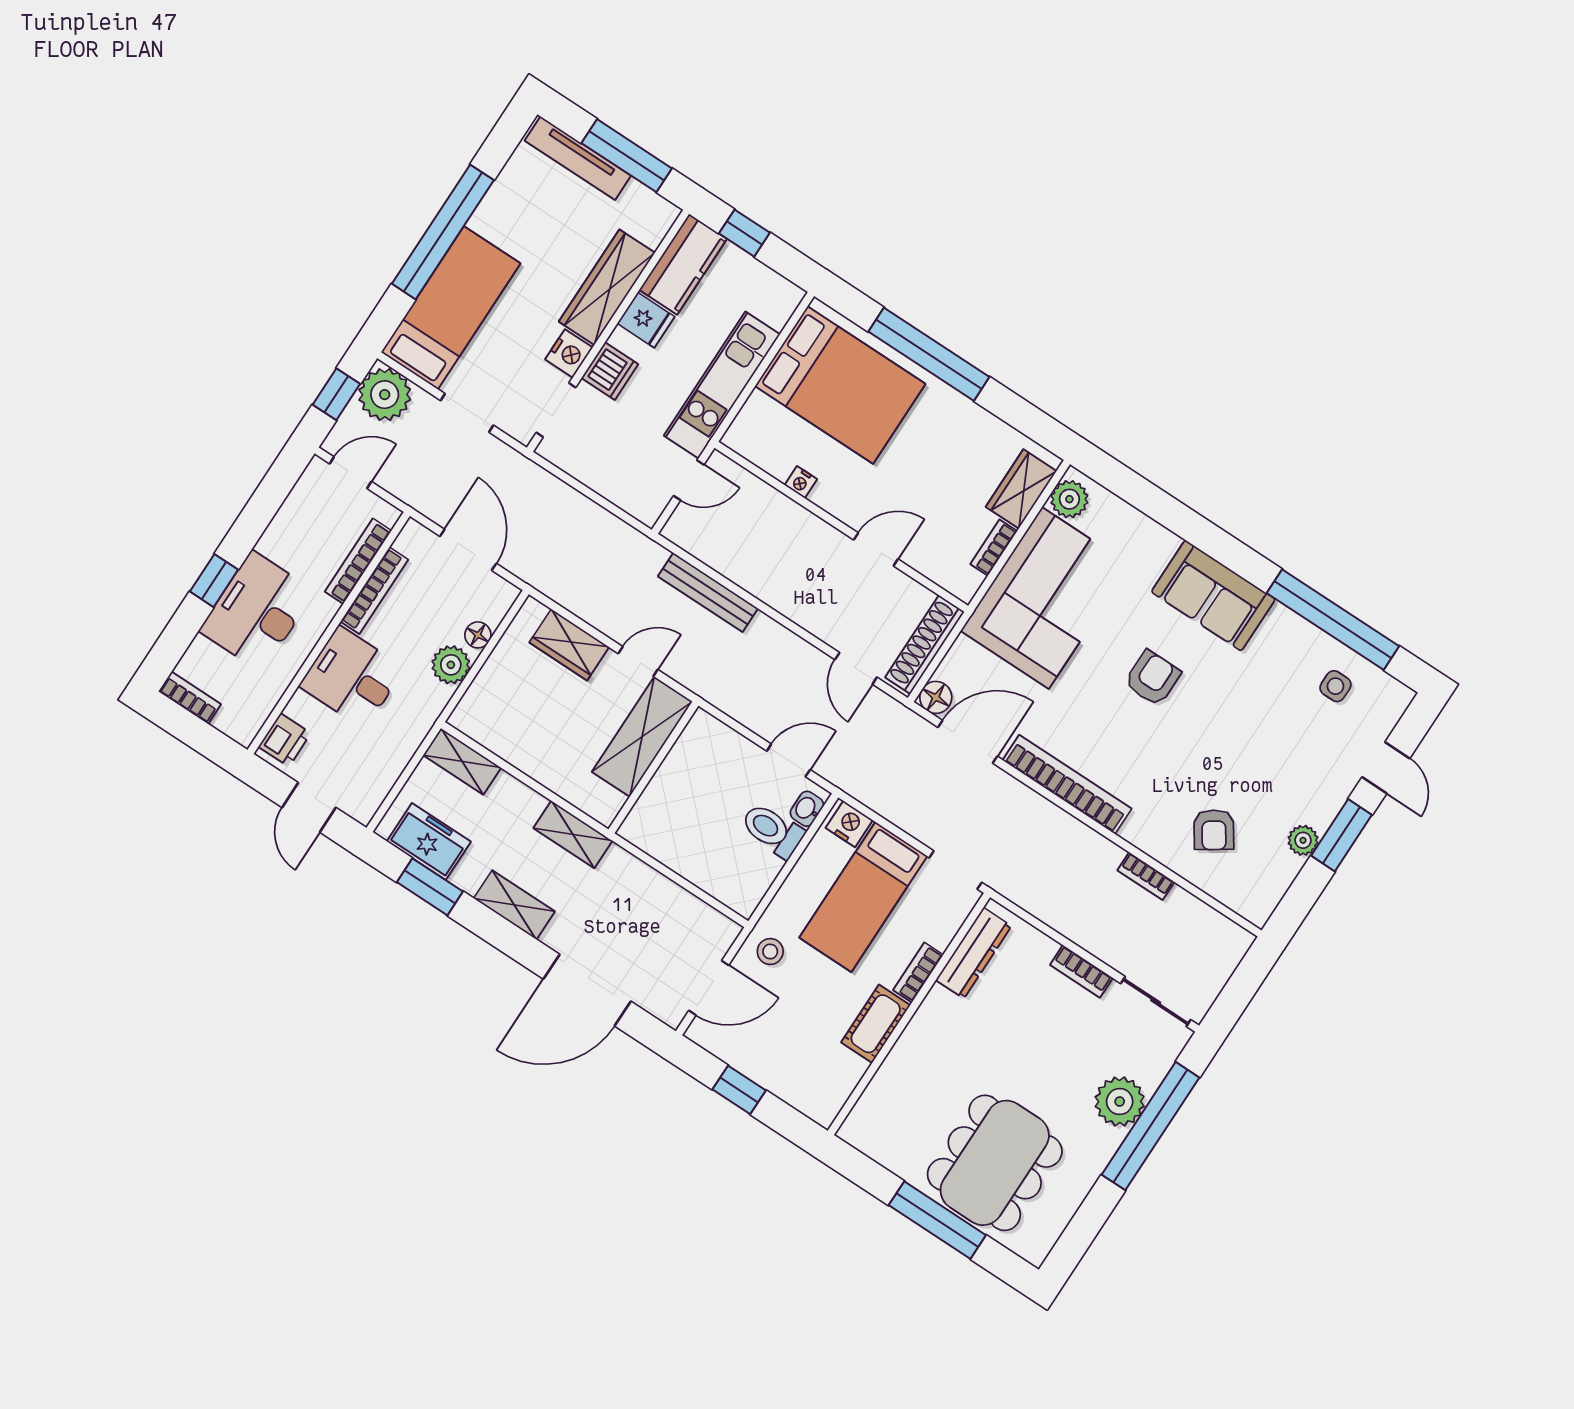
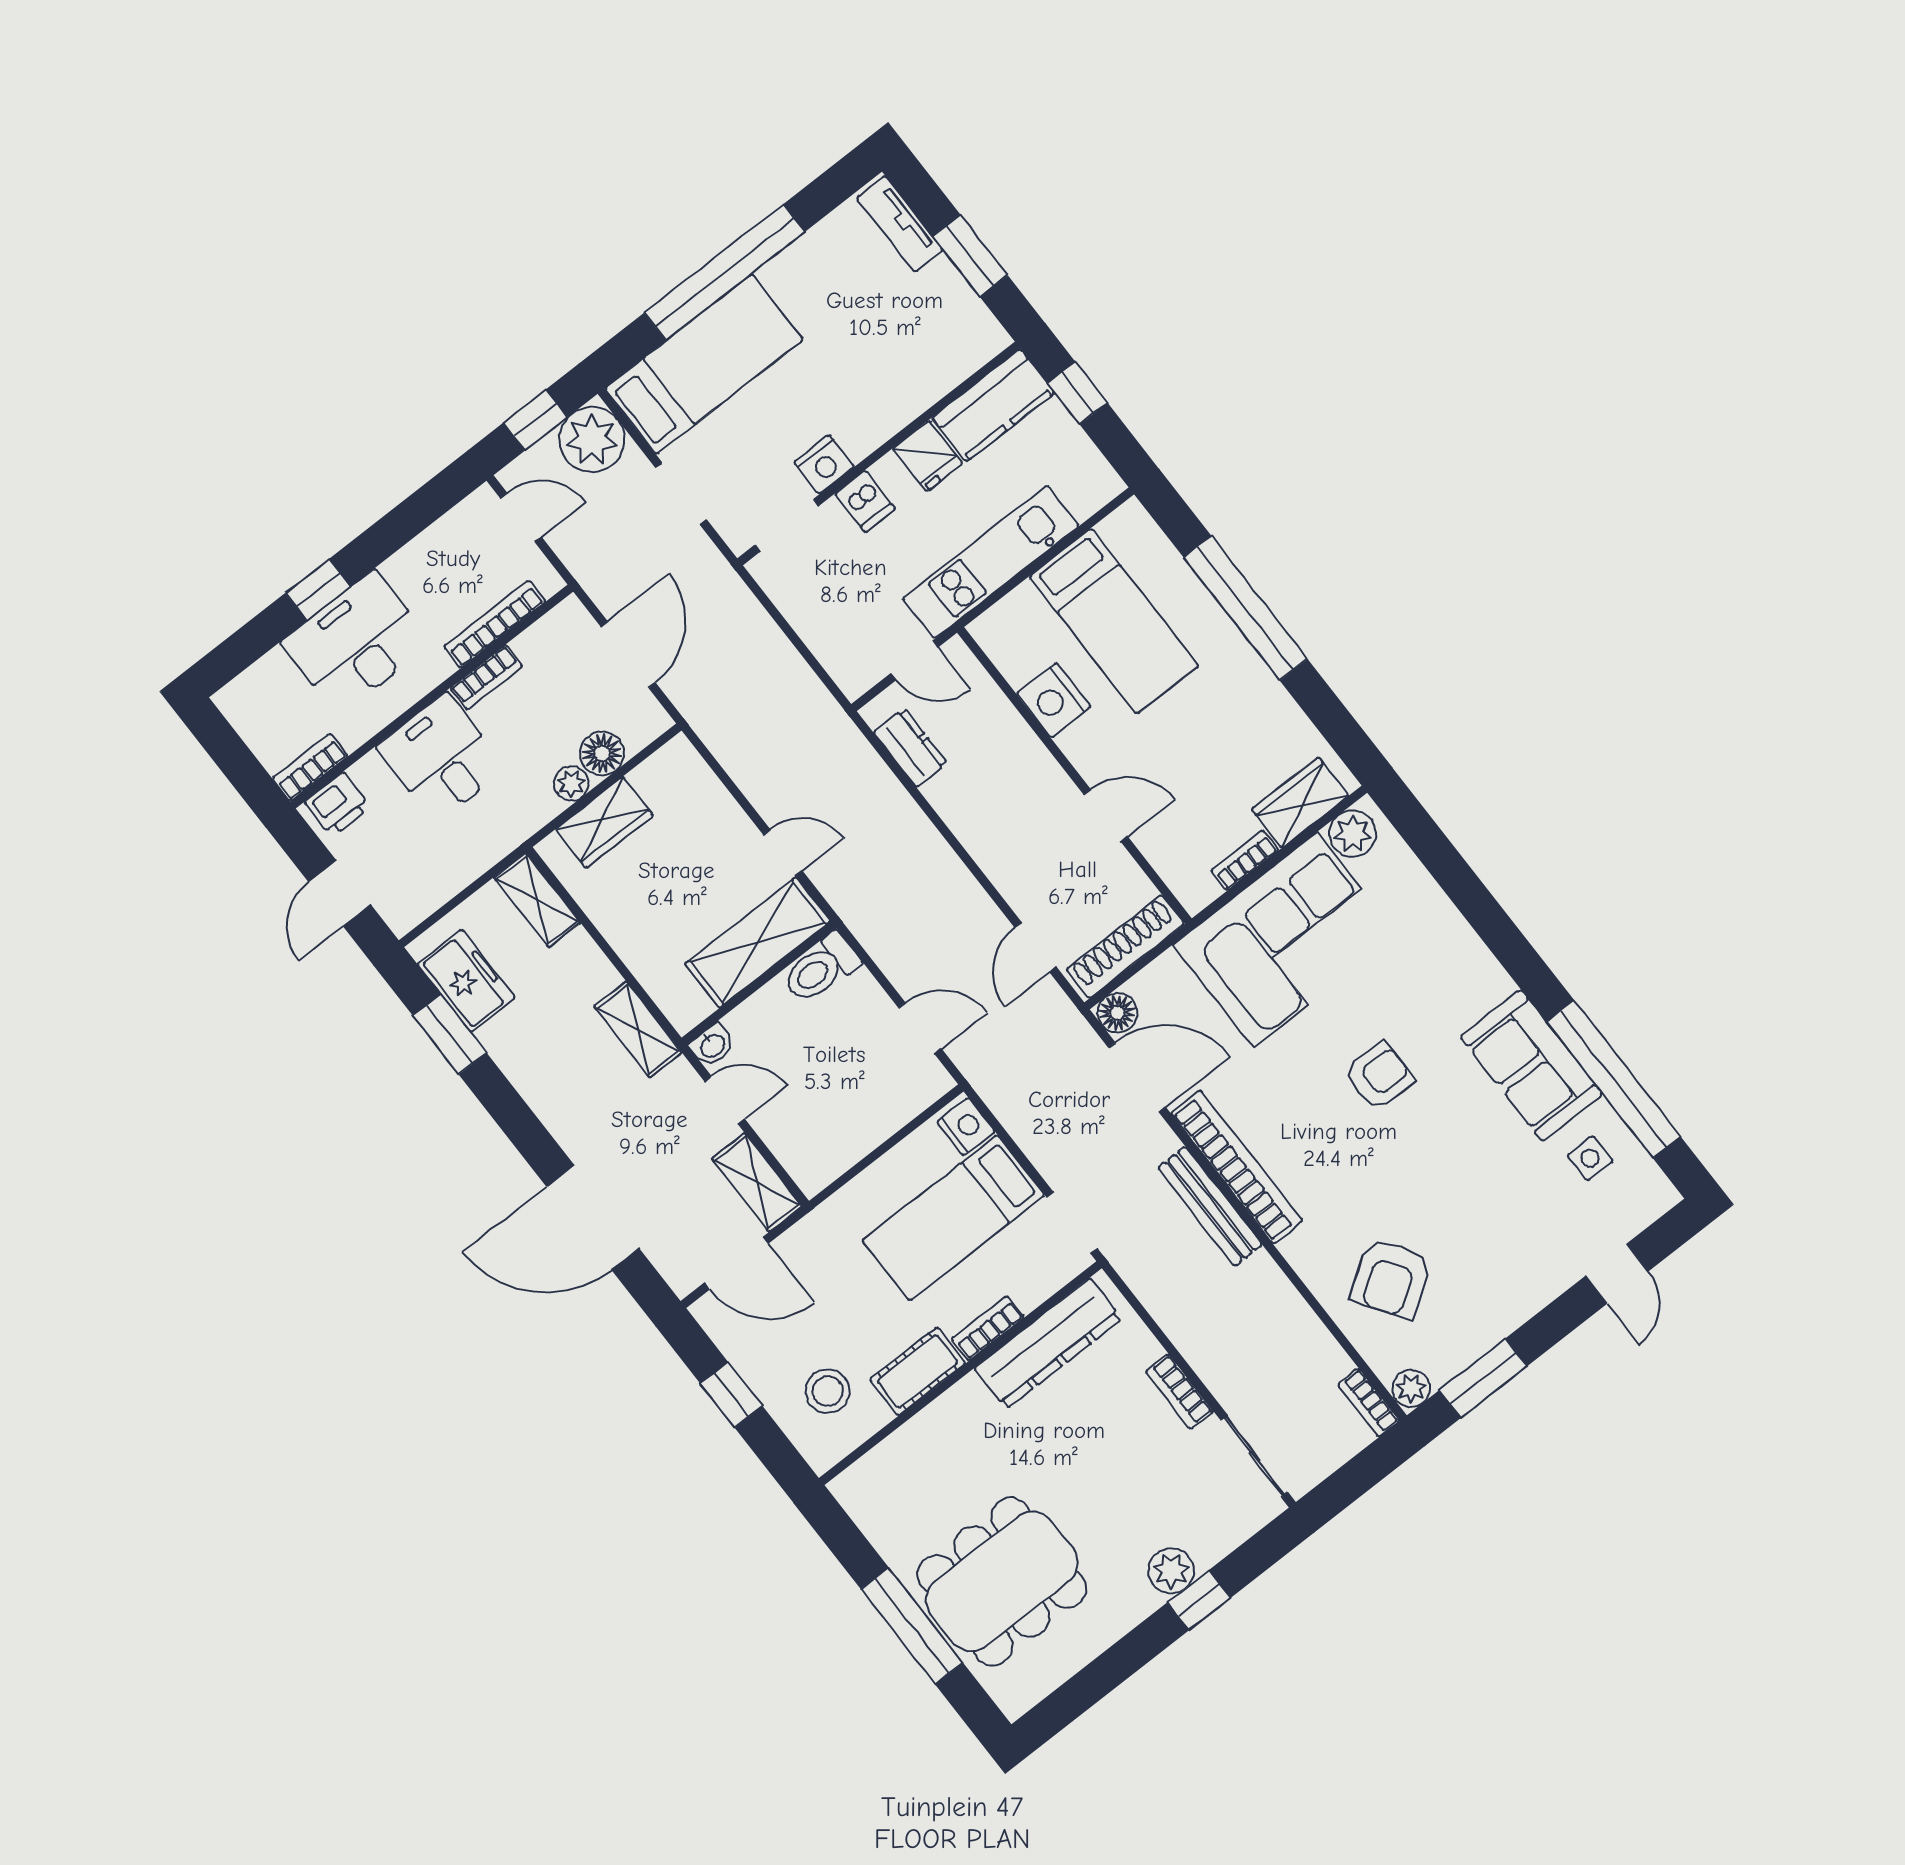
window: (627, 156) -> (970, 256), width x0.69
tv unit: (578, 158) -> (900, 224), width x0.71
wardrobe: (607, 287) -> (895, 402), removed
dishwasher: (610, 371) -> (865, 501), width x0.73
bed: (840, 385) -> (1114, 621), width x0.67
nightstand: (801, 482) -> (1054, 700), width x1.89, depth x1.79
dresser: (708, 548) -> (910, 748), added
bookcase: (374, 591) -> (486, 677), width x0.64
bench: (708, 592) -> (1210, 1206), moved
sofa: (1213, 596) -> (1531, 1066), moved
floor lamp: (478, 635) -> (602, 753), width x1.37, depth x1.37
wardrobe: (569, 645) -> (604, 822), moved, turned -90
plant: (451, 665) -> (571, 784), width x0.73, depth x0.73
bookcase: (190, 698) -> (310, 767), moved, turned -90
washbasin: (807, 809) -> (712, 1045), moved, turned 180
toilet: (772, 830) -> (821, 968), moved, turned -90
armchair: (1214, 830) -> (1391, 1278), width x1.38, depth x1.38
window: (1341, 835) -> (1483, 1378), moved
plant: (1303, 840) -> (1411, 1388), moved
door: (657, 866) -> (725, 1100), added
bookcase: (1146, 876) -> (1369, 1403), moved
shelving: (514, 905) -> (757, 1182), moved
stool: (770, 951) -> (828, 1391), moved, width x1.37, depth x1.37
dresser: (974, 953) -> (1048, 1343), width x1.37, depth x1.24
plant: (1120, 1102) -> (1171, 1571), width x0.73, depth x0.73
window: (1150, 1126) -> (1199, 1600), width x0.32

